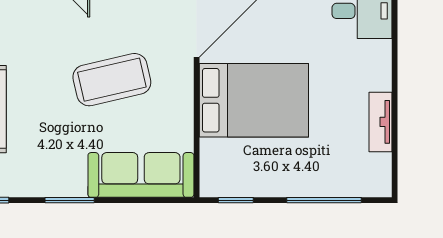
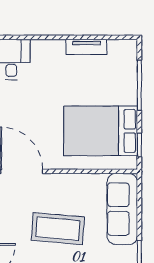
coffee table: (112, 80) -> (58, 229), turned -72
bed: (254, 100) -> (101, 131), moved, turned -90

